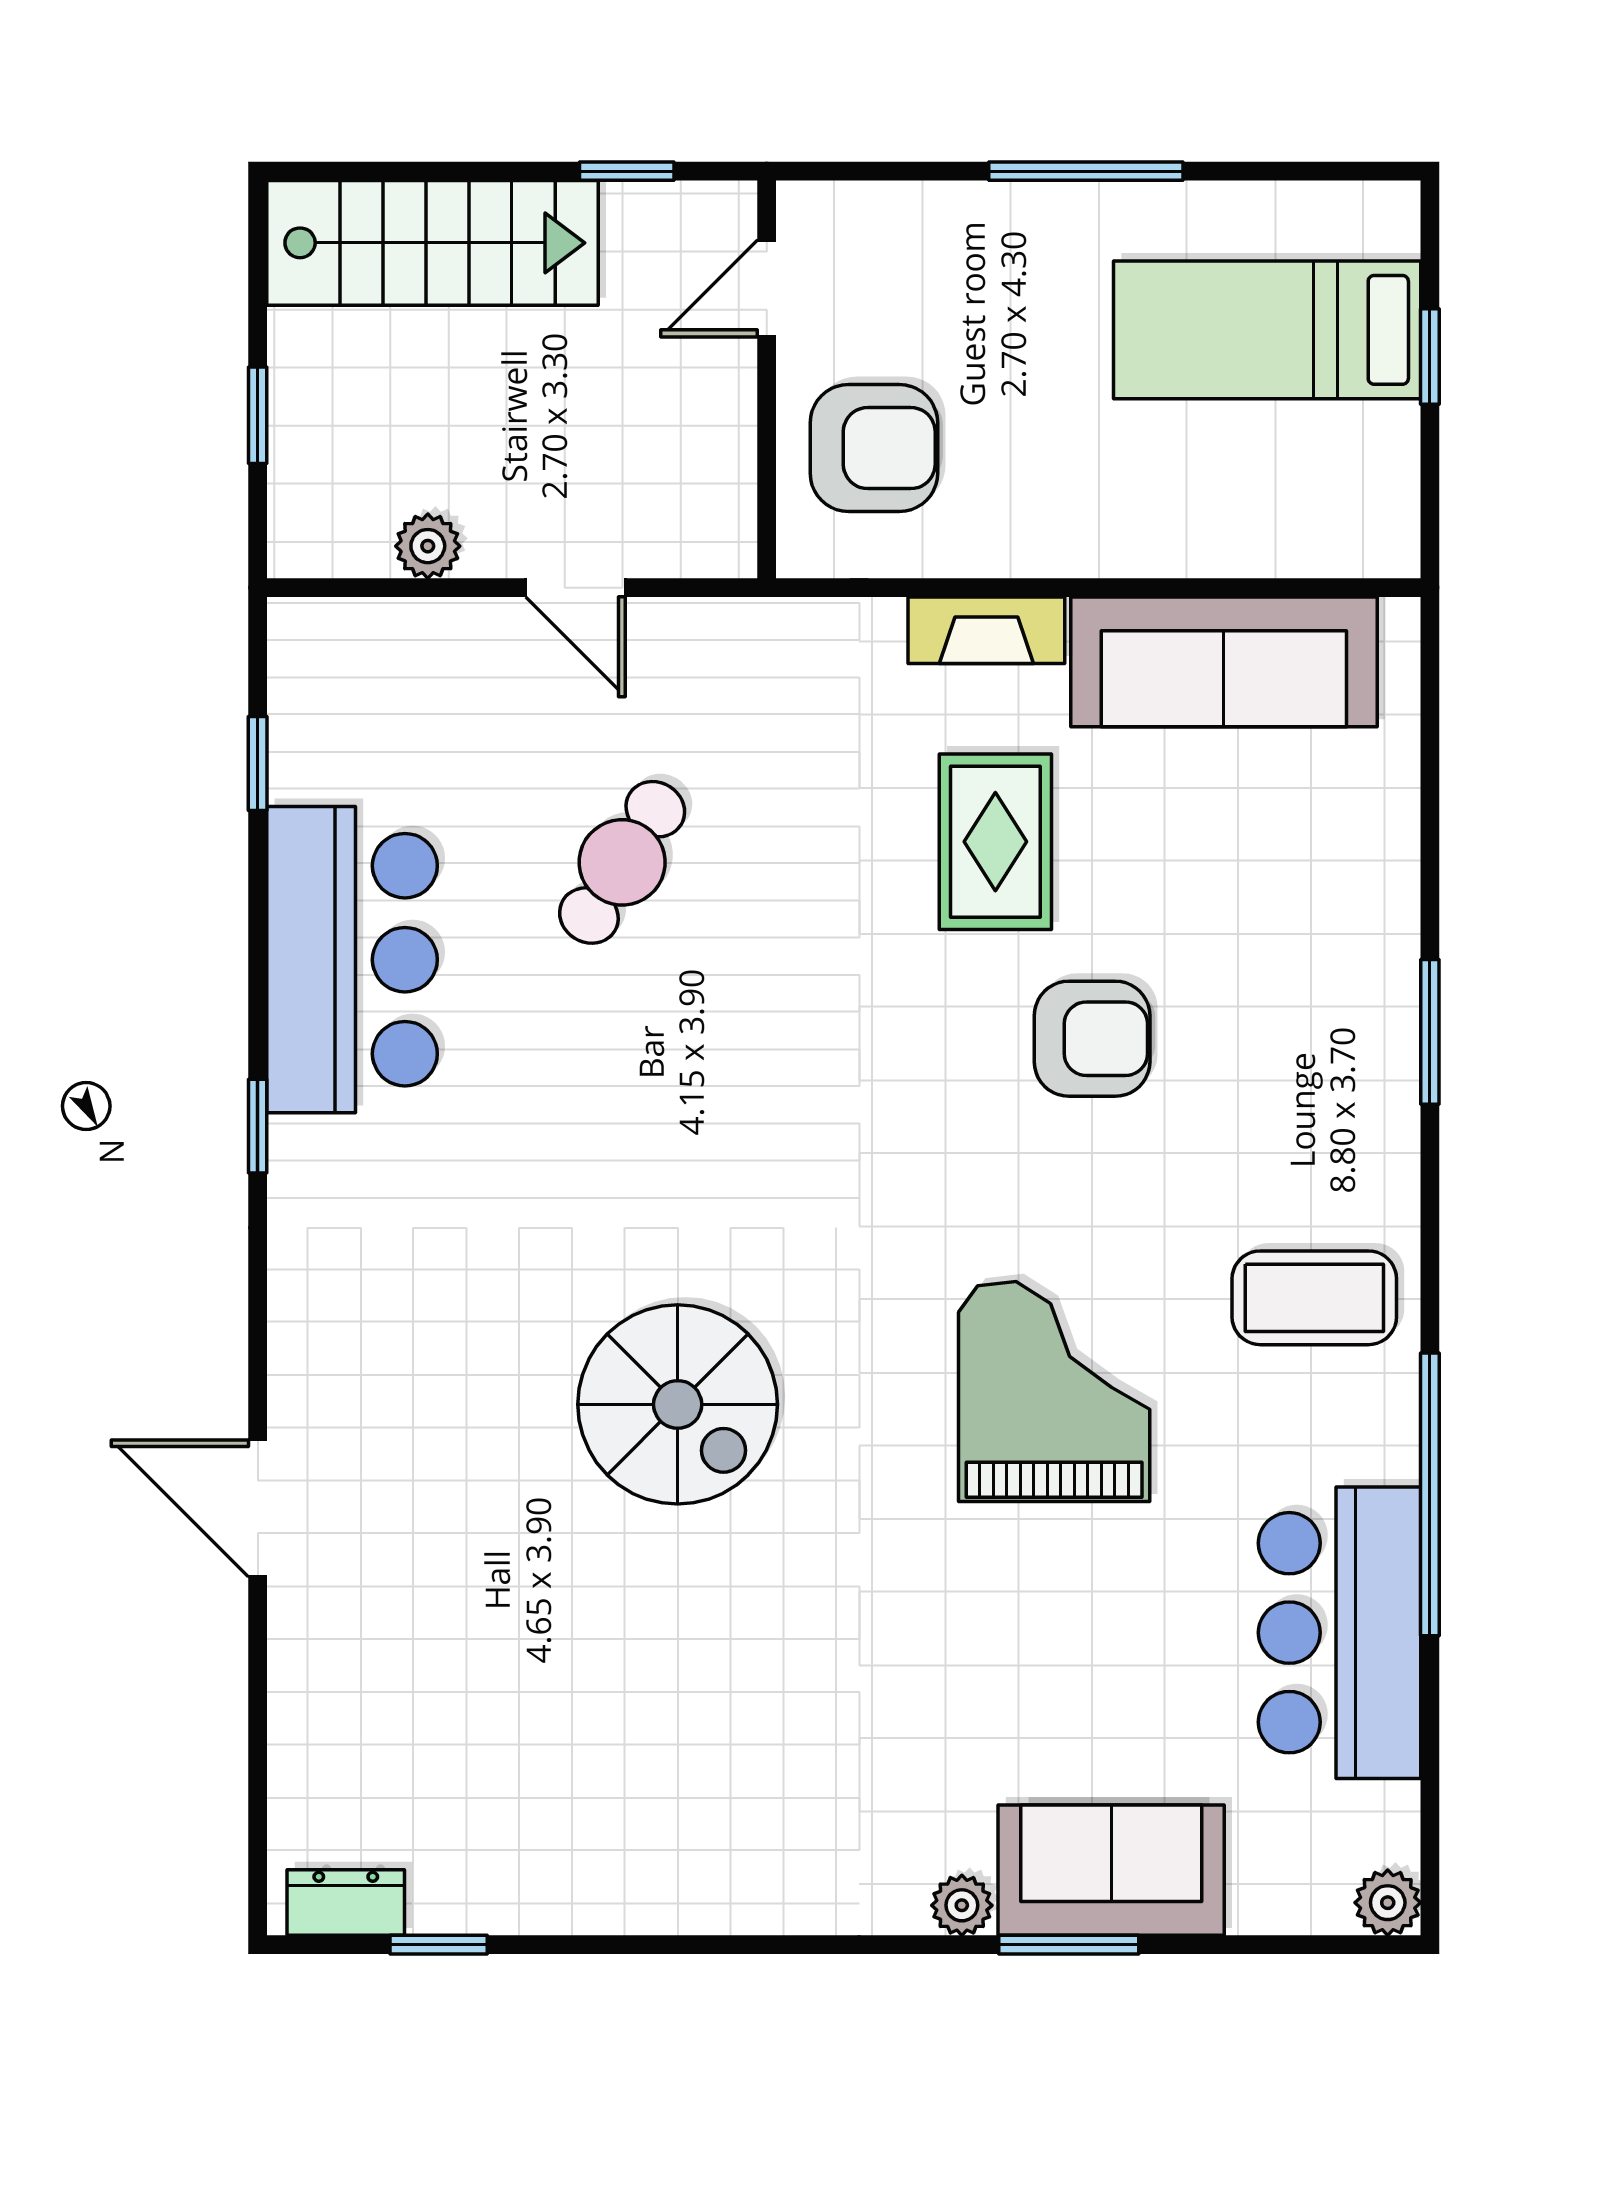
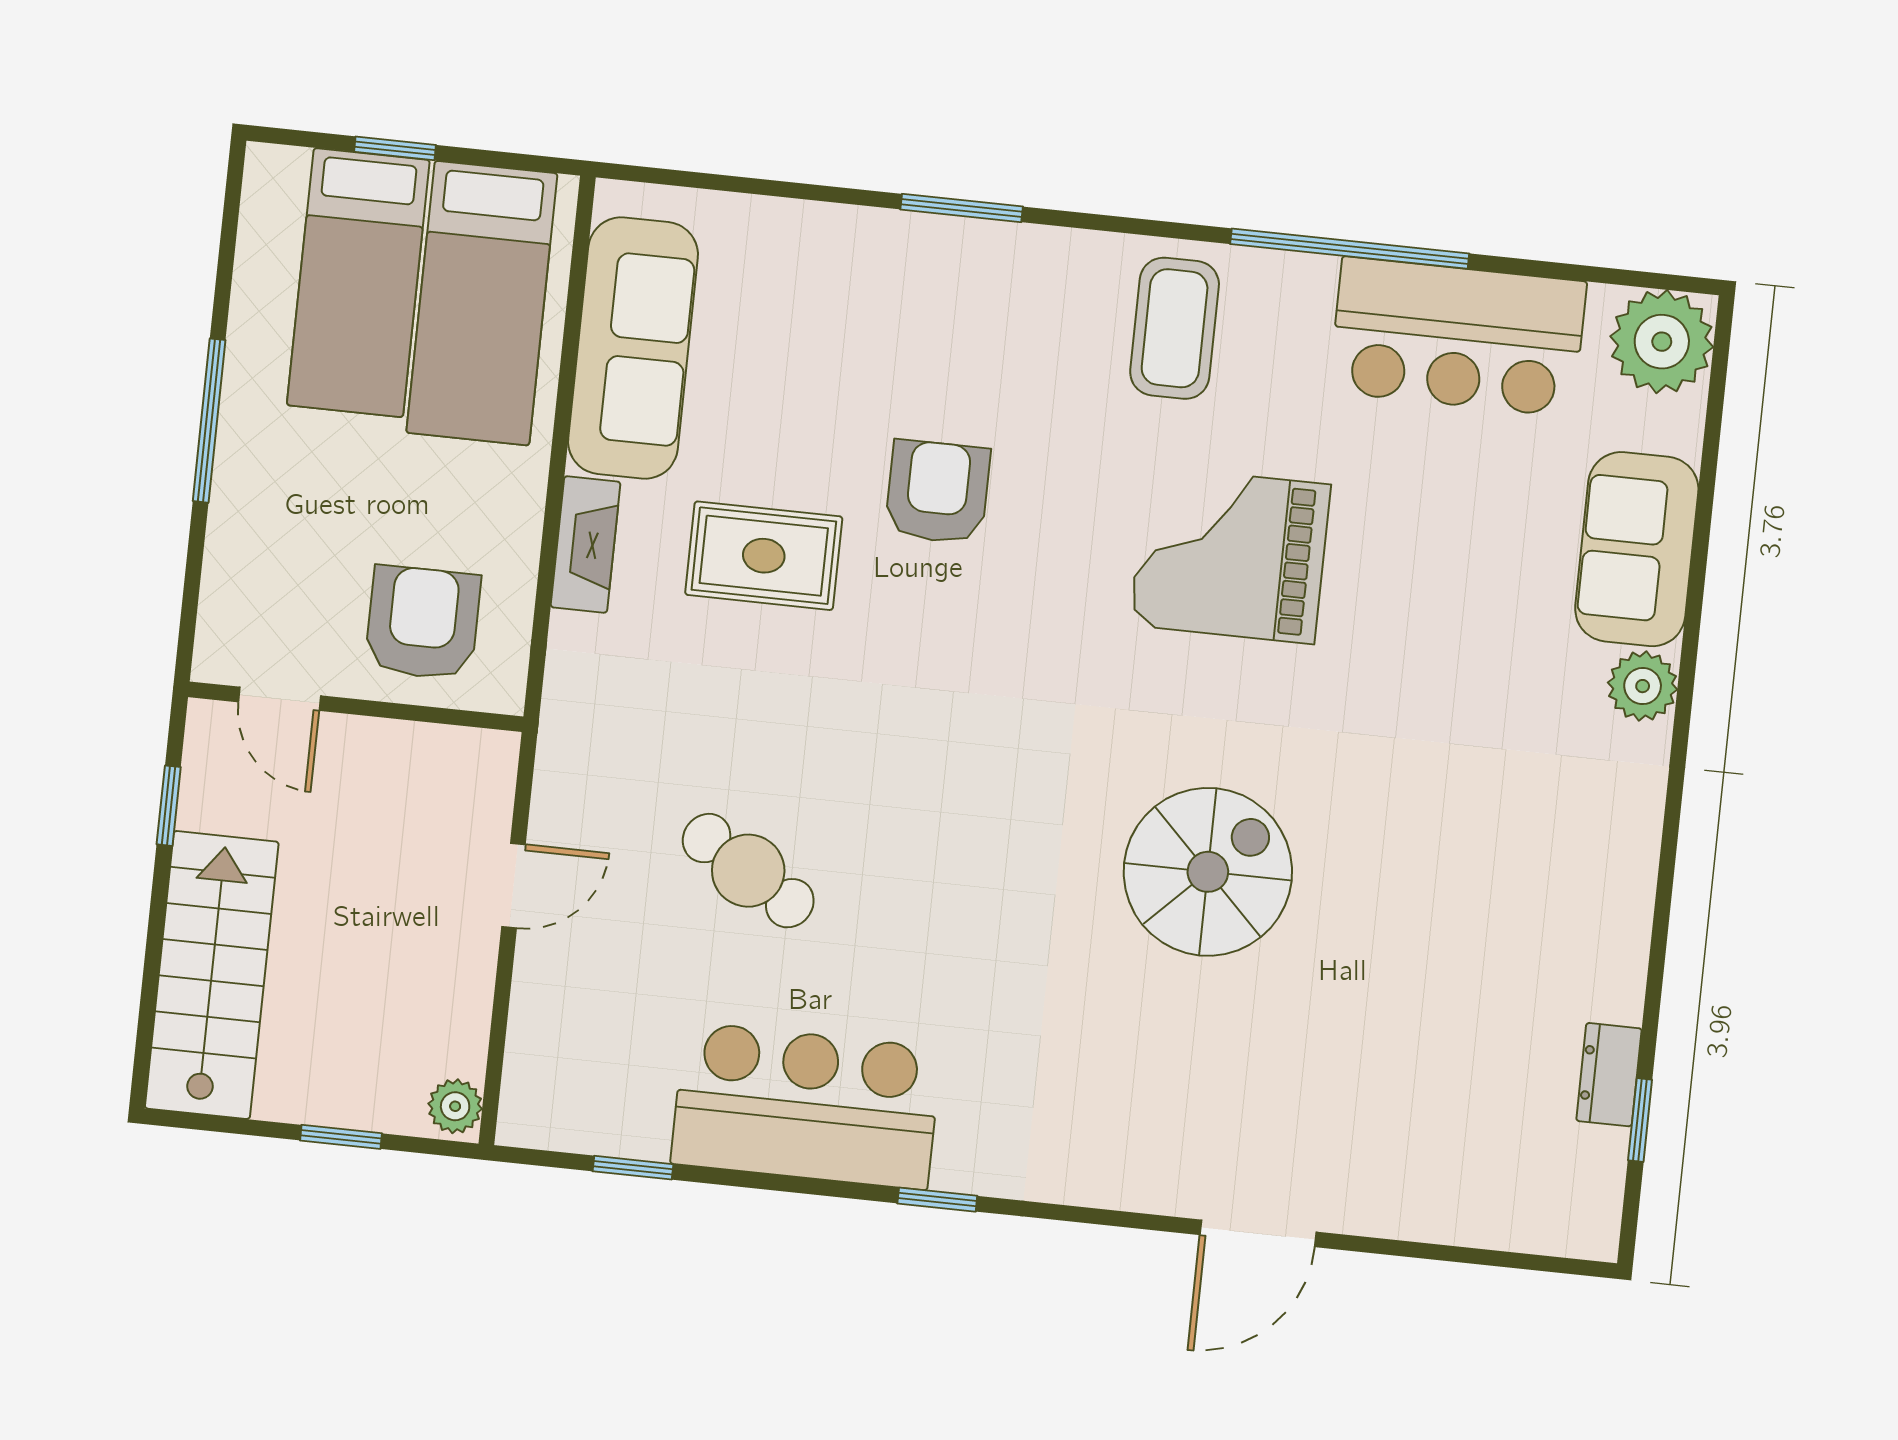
bed: (1258, 478) -> (482, 303), added
plant: (428, 546) -> (455, 1106), moved
dresser: (346, 1902) -> (1609, 1075), moved
plant: (1388, 1903) -> (1662, 342), width x1.87, depth x1.87
plant: (962, 1905) -> (1643, 686), width x1.38, depth x1.38
window: (1069, 1945) -> (1696, 591), removed

